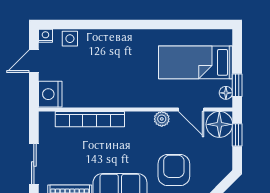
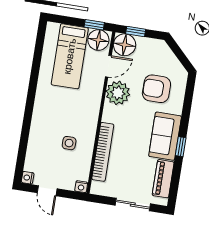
side table: (70, 39) -> (69, 143), moved
floor lamp: (226, 93) -> (98, 40), width x1.89, depth x1.89
nightstand: (50, 94) -> (81, 187), width x0.53, depth x0.56
plant: (162, 119) -> (118, 93), width x1.87, depth x1.87

